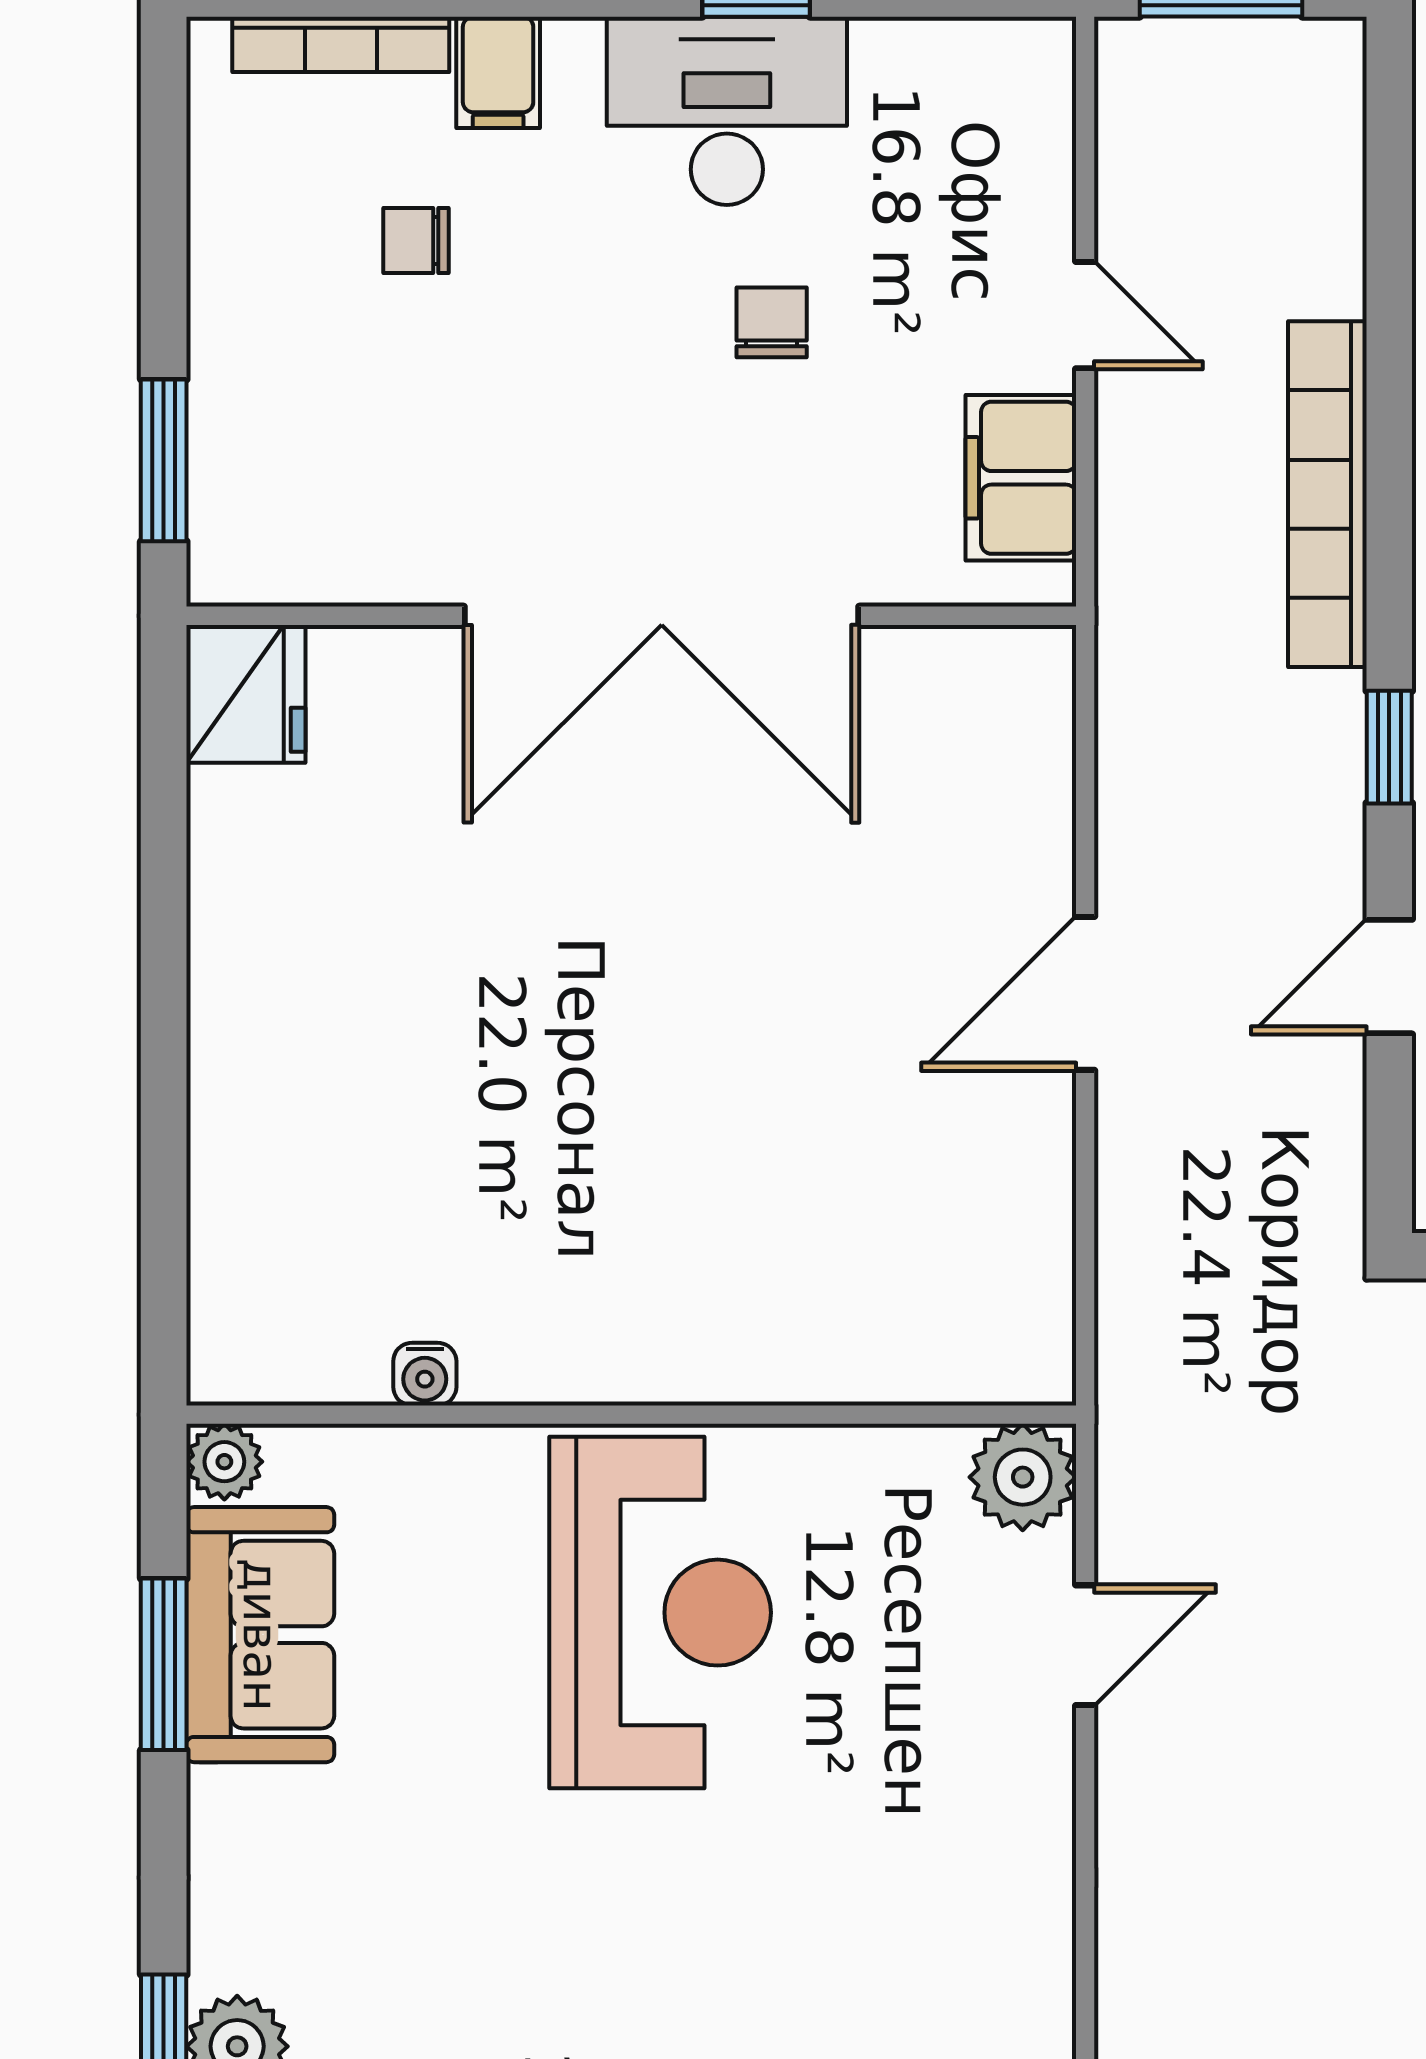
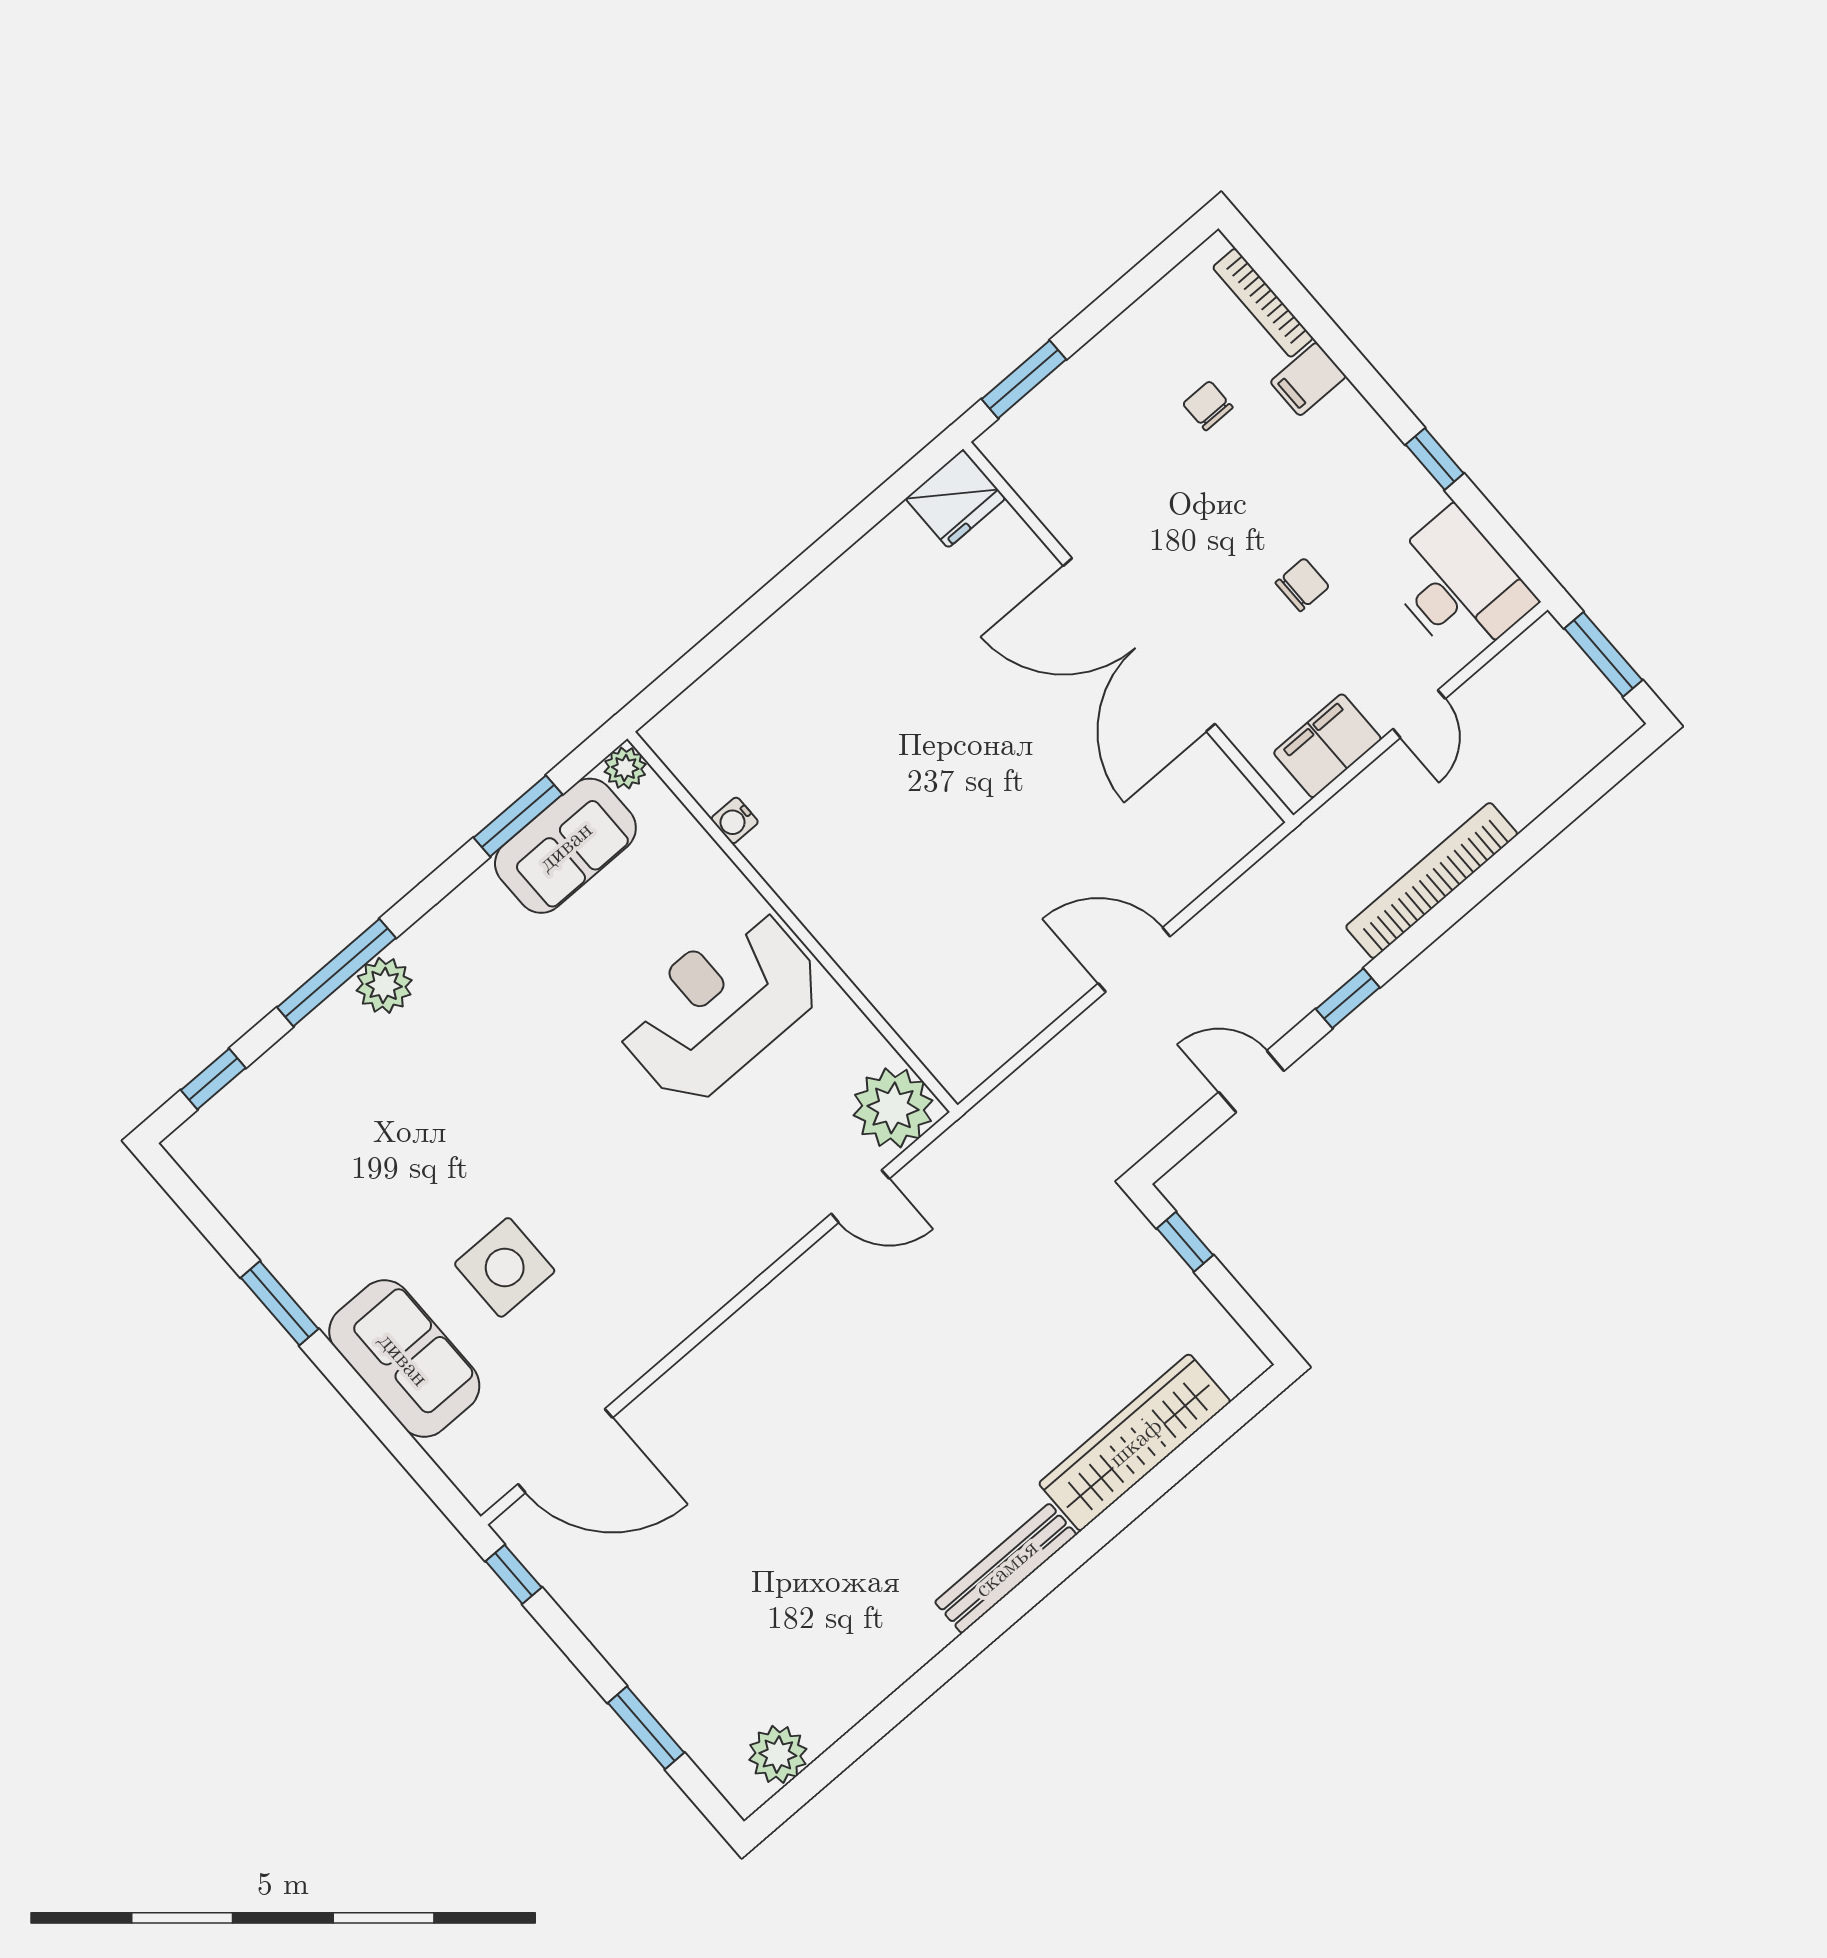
desk: (727, 111) -> (1458, 585), moved
plant: (1023, 1477) -> (893, 1108), width x1.36, depth x1.36
reception desk: (660, 1613) -> (720, 1006), turned 180

